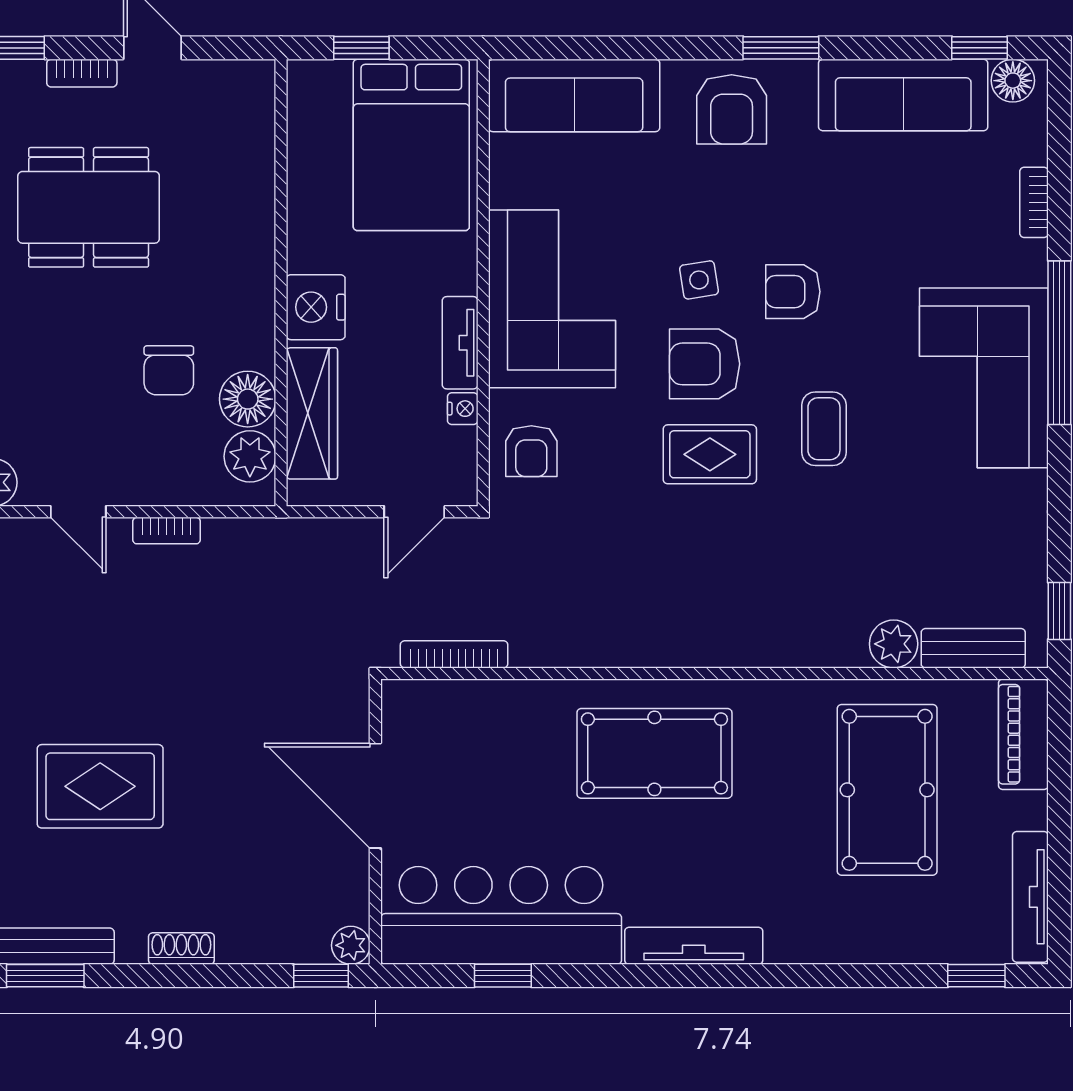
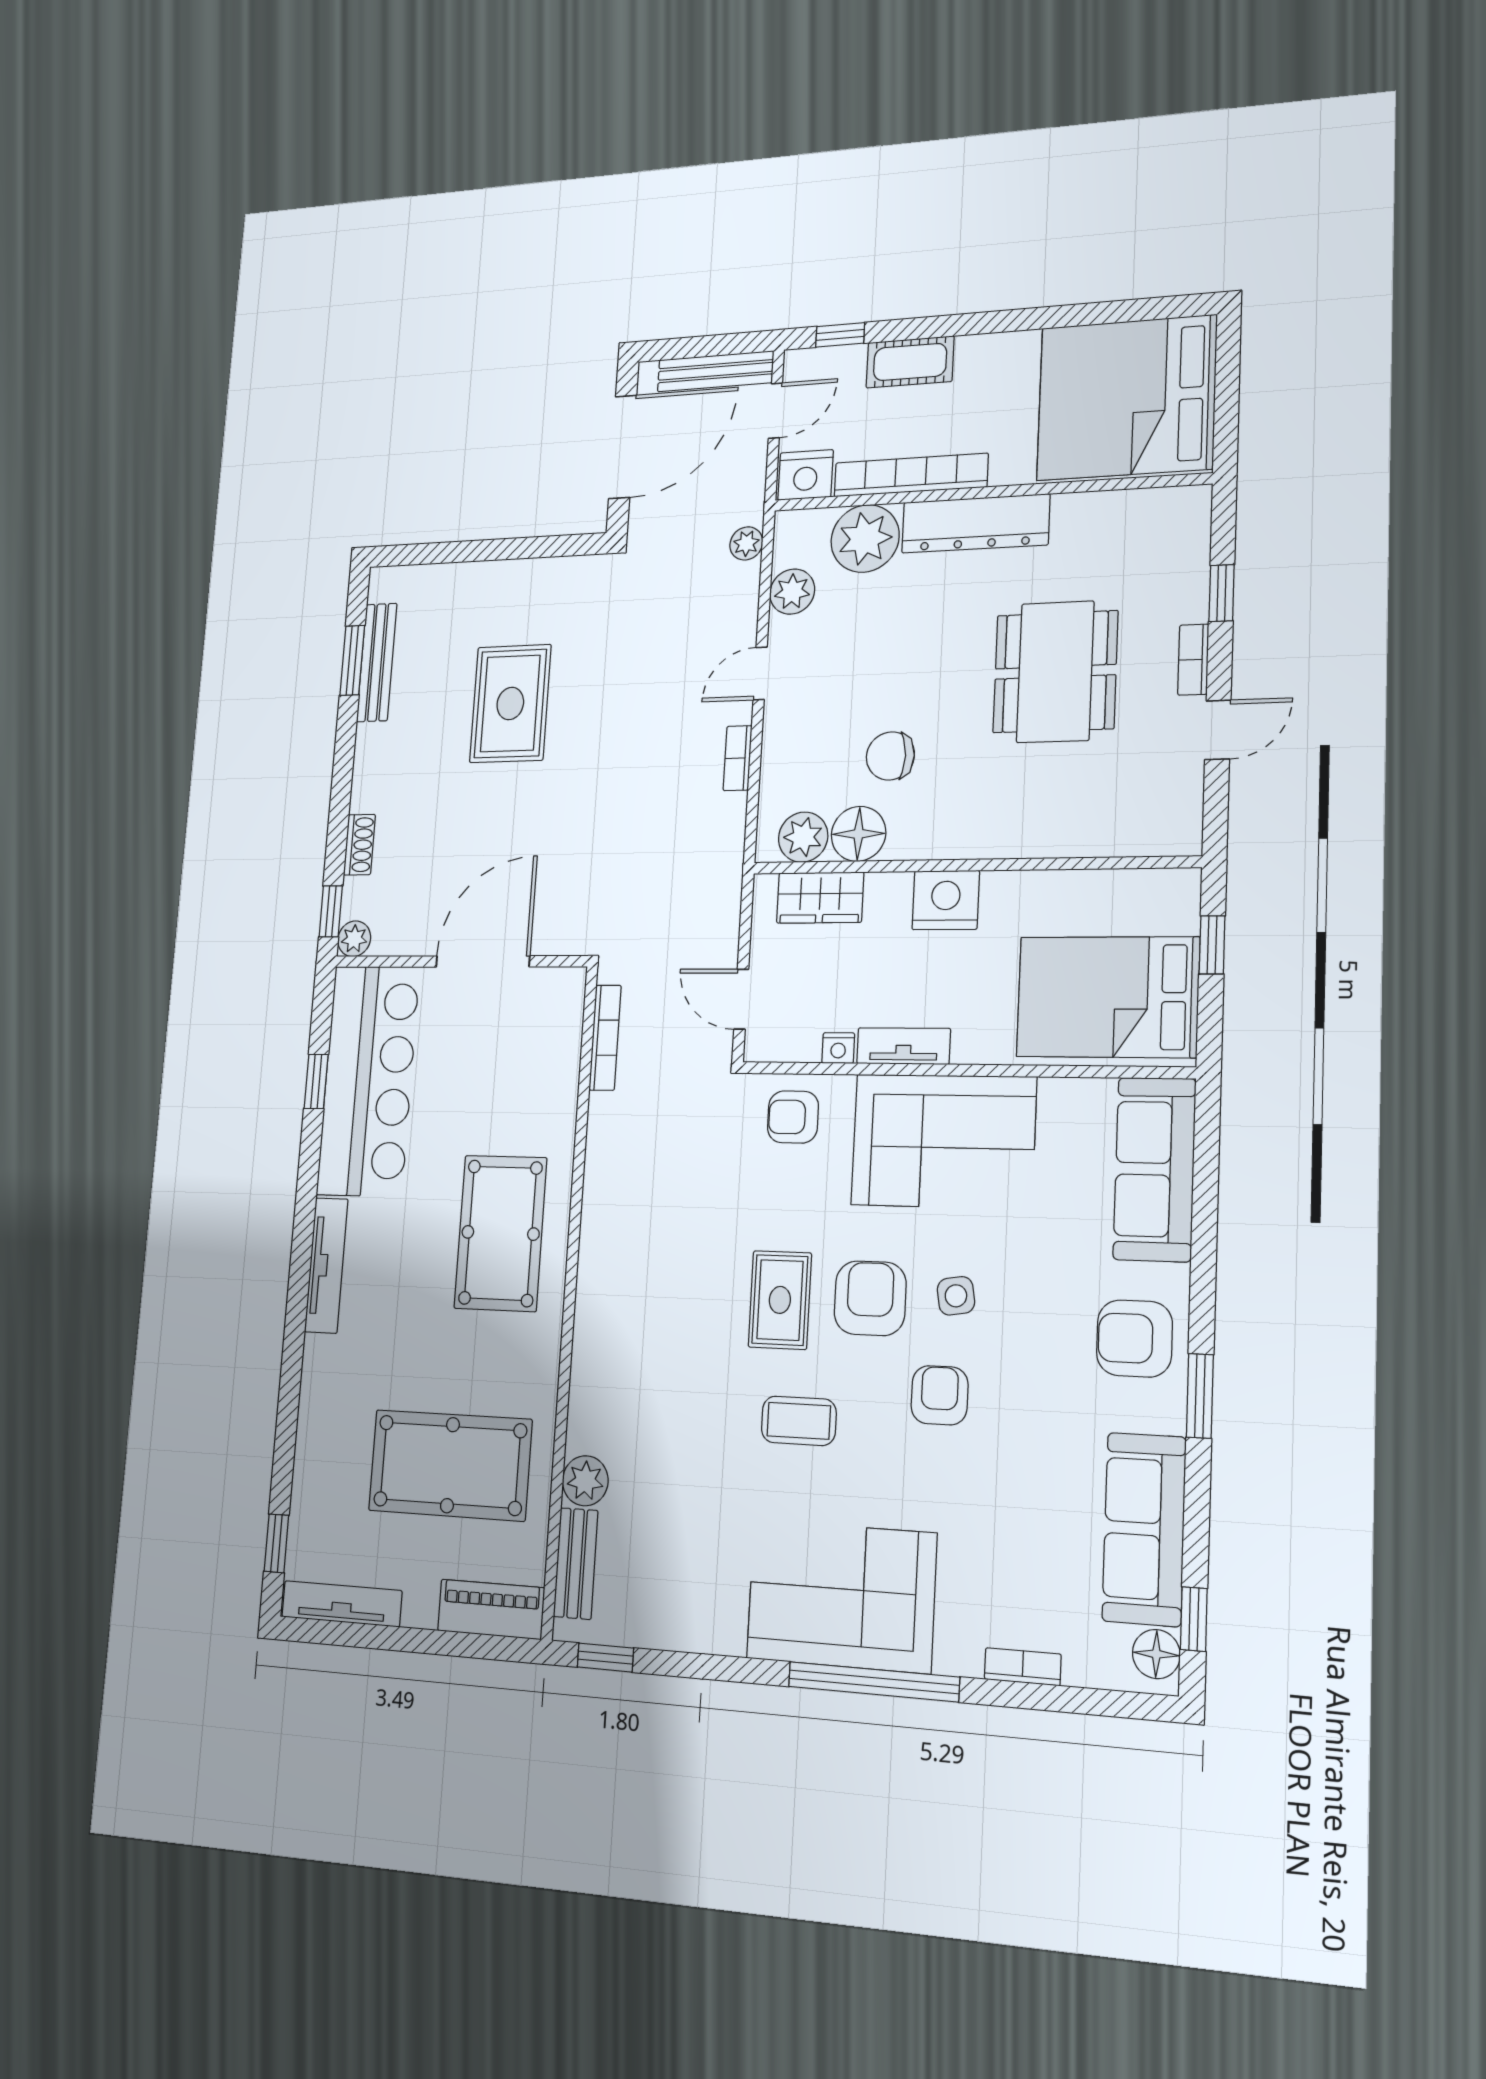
wardrobe: (312, 413) -> (820, 898), width x0.67
shoe rack: (181, 949) -> (359, 845), moved

